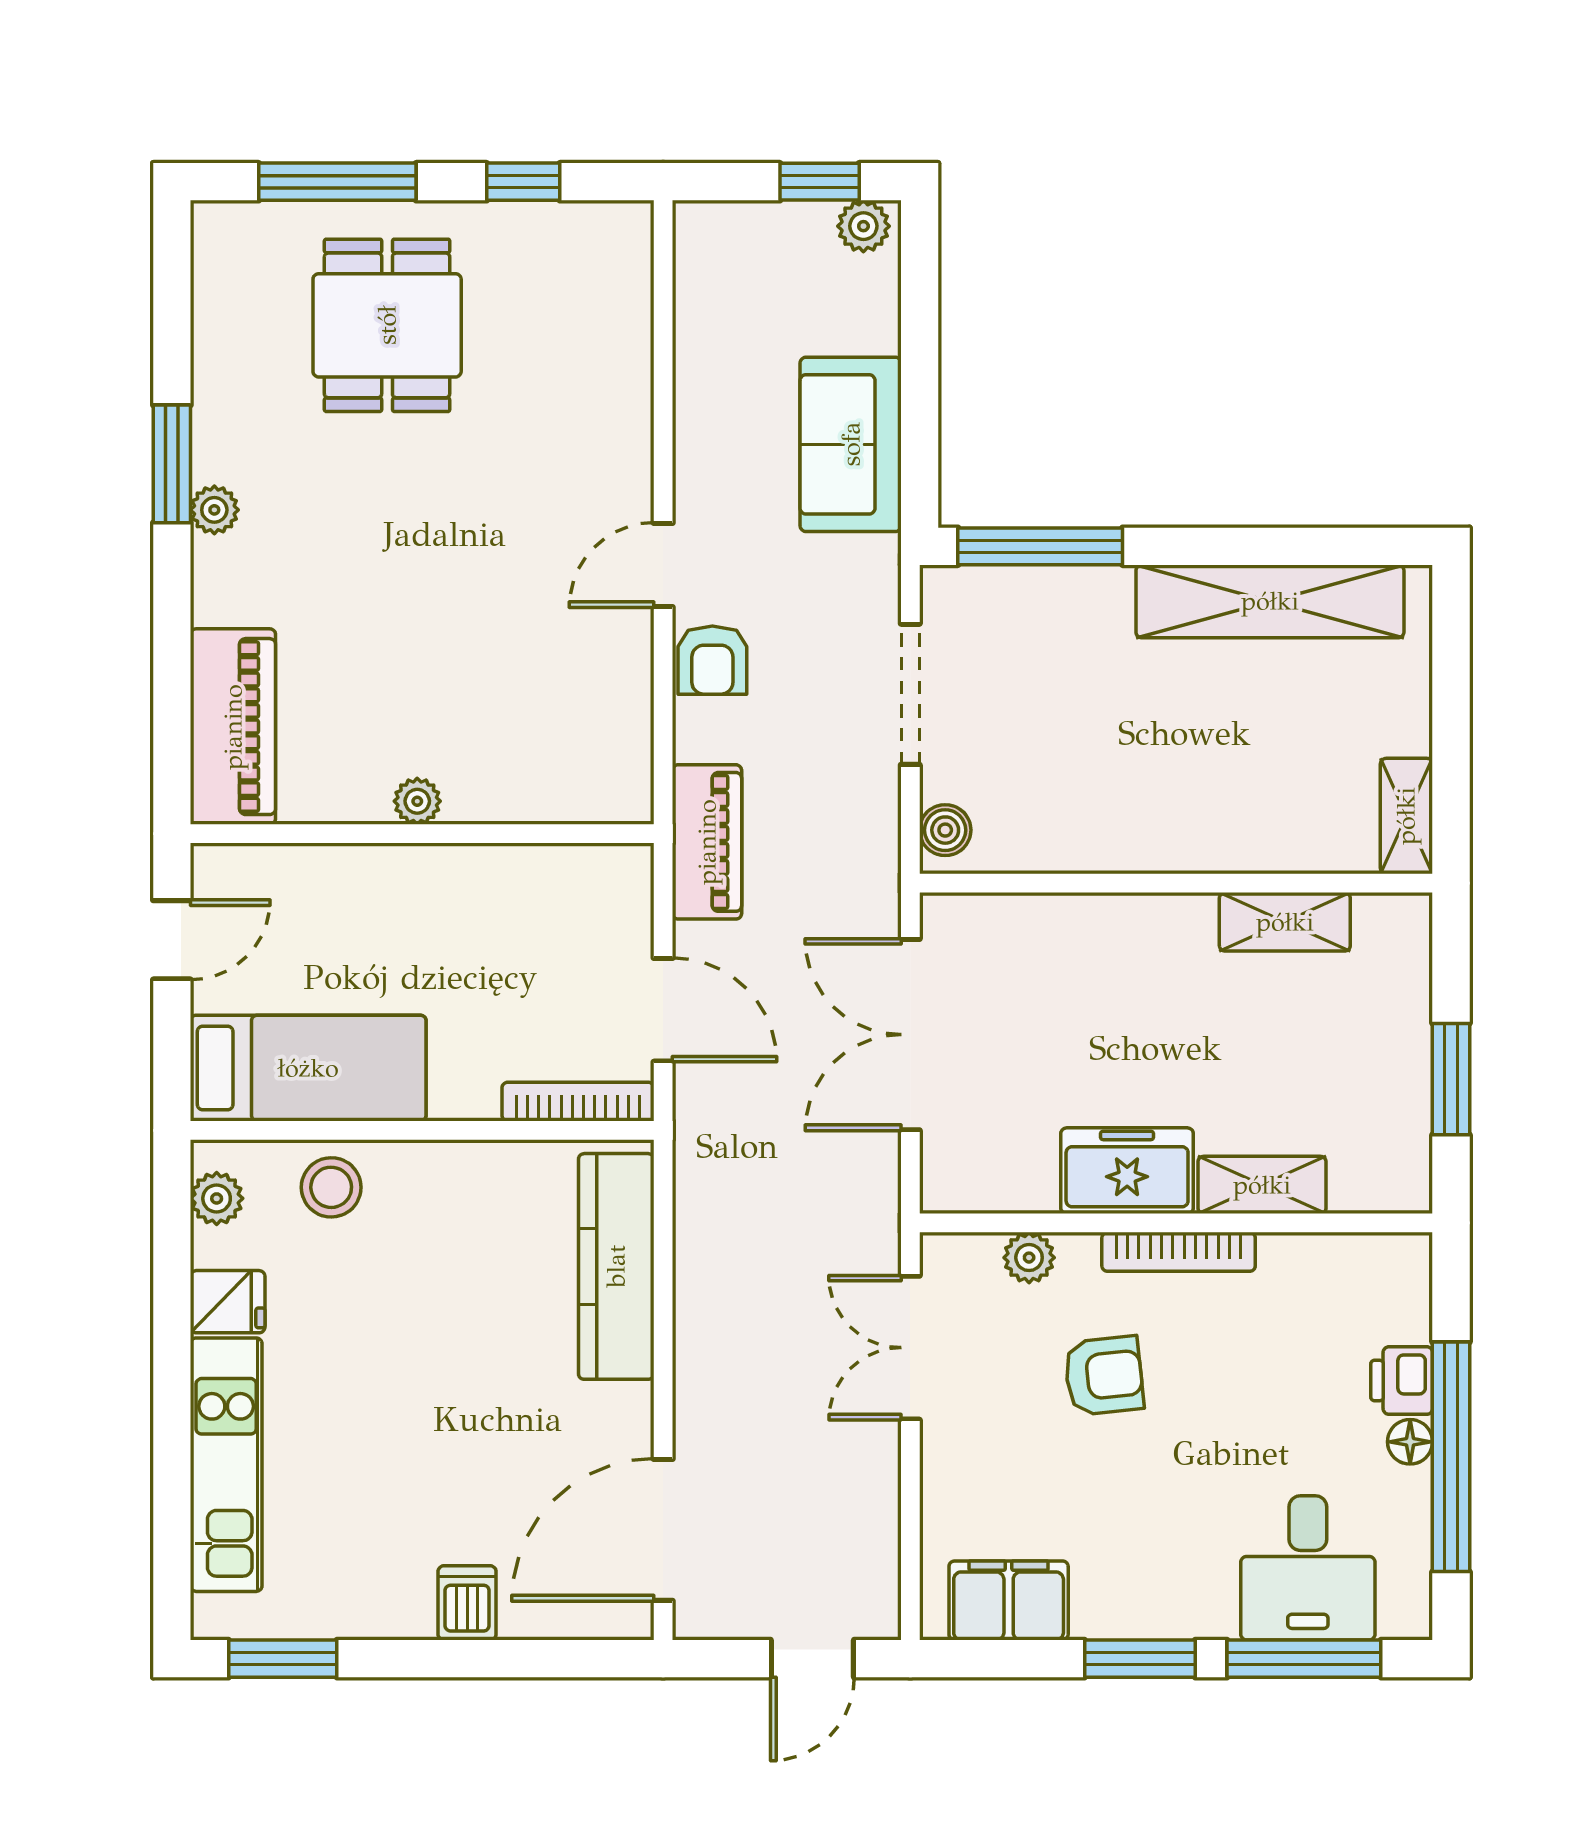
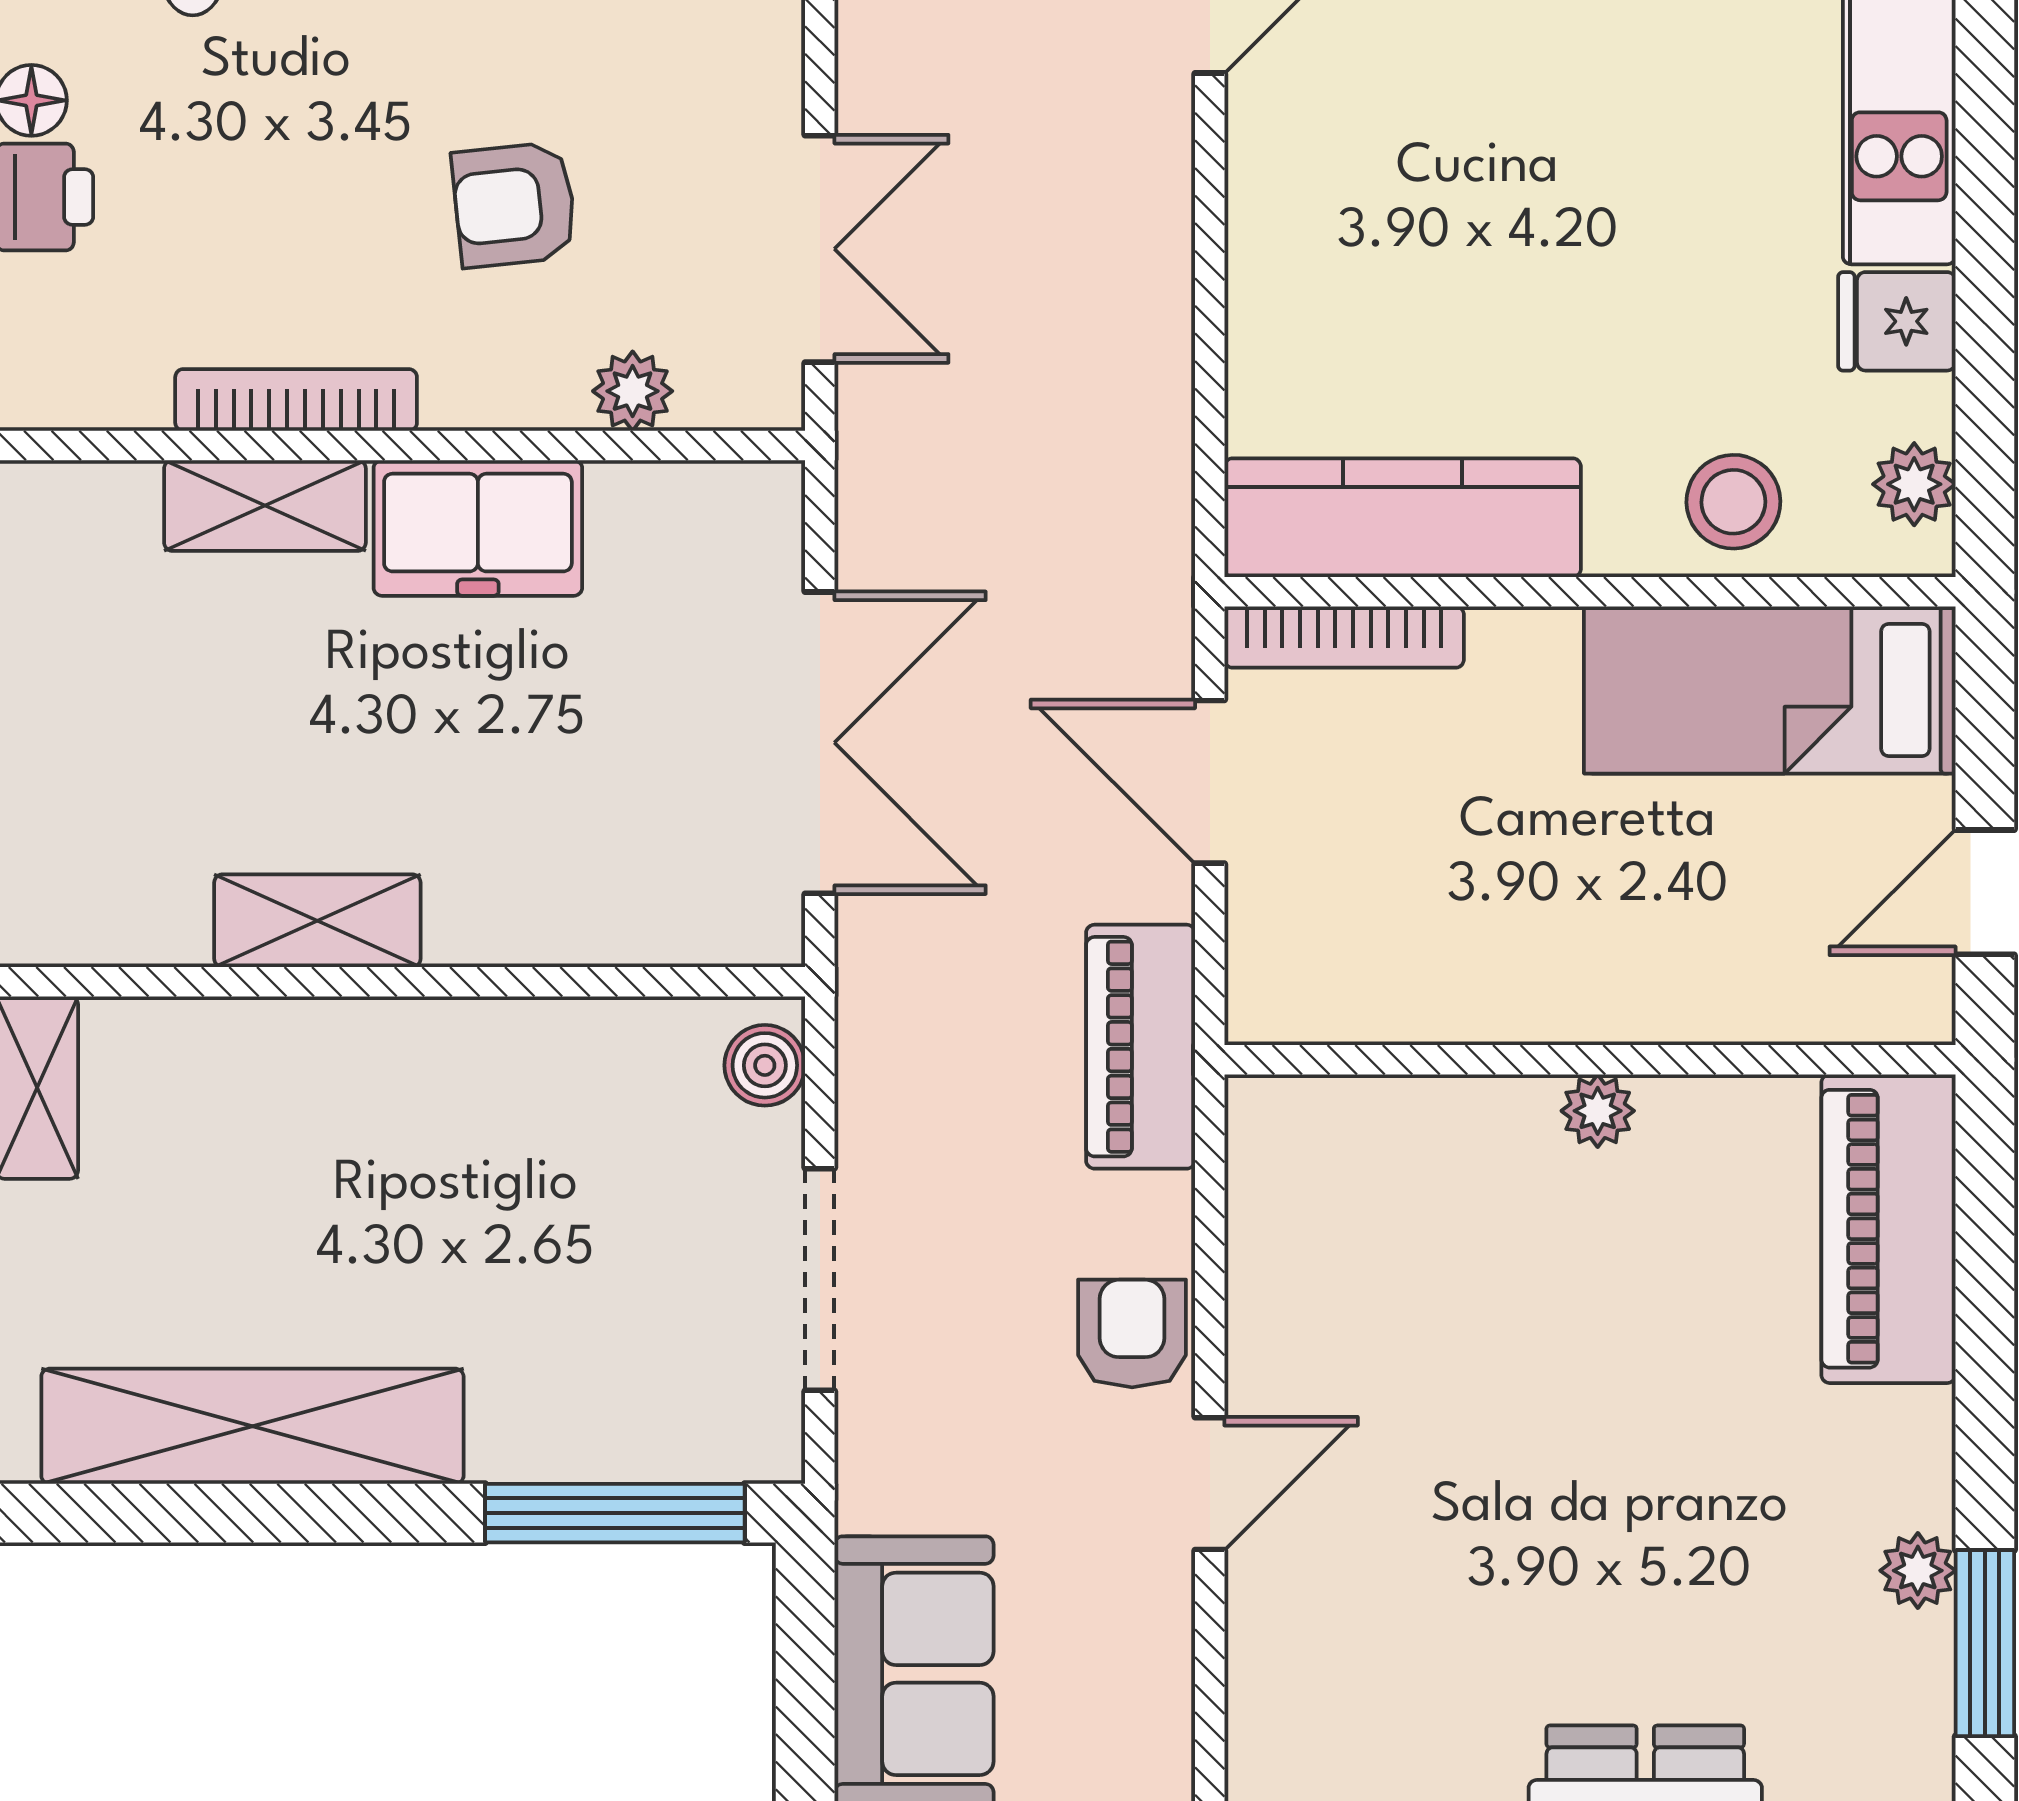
shelving: (1285, 922) -> (317, 921), moved
bookcase: (1179, 1252) -> (296, 400), moved
kitchen counter: (616, 1266) -> (1403, 518), moved, turned -90

